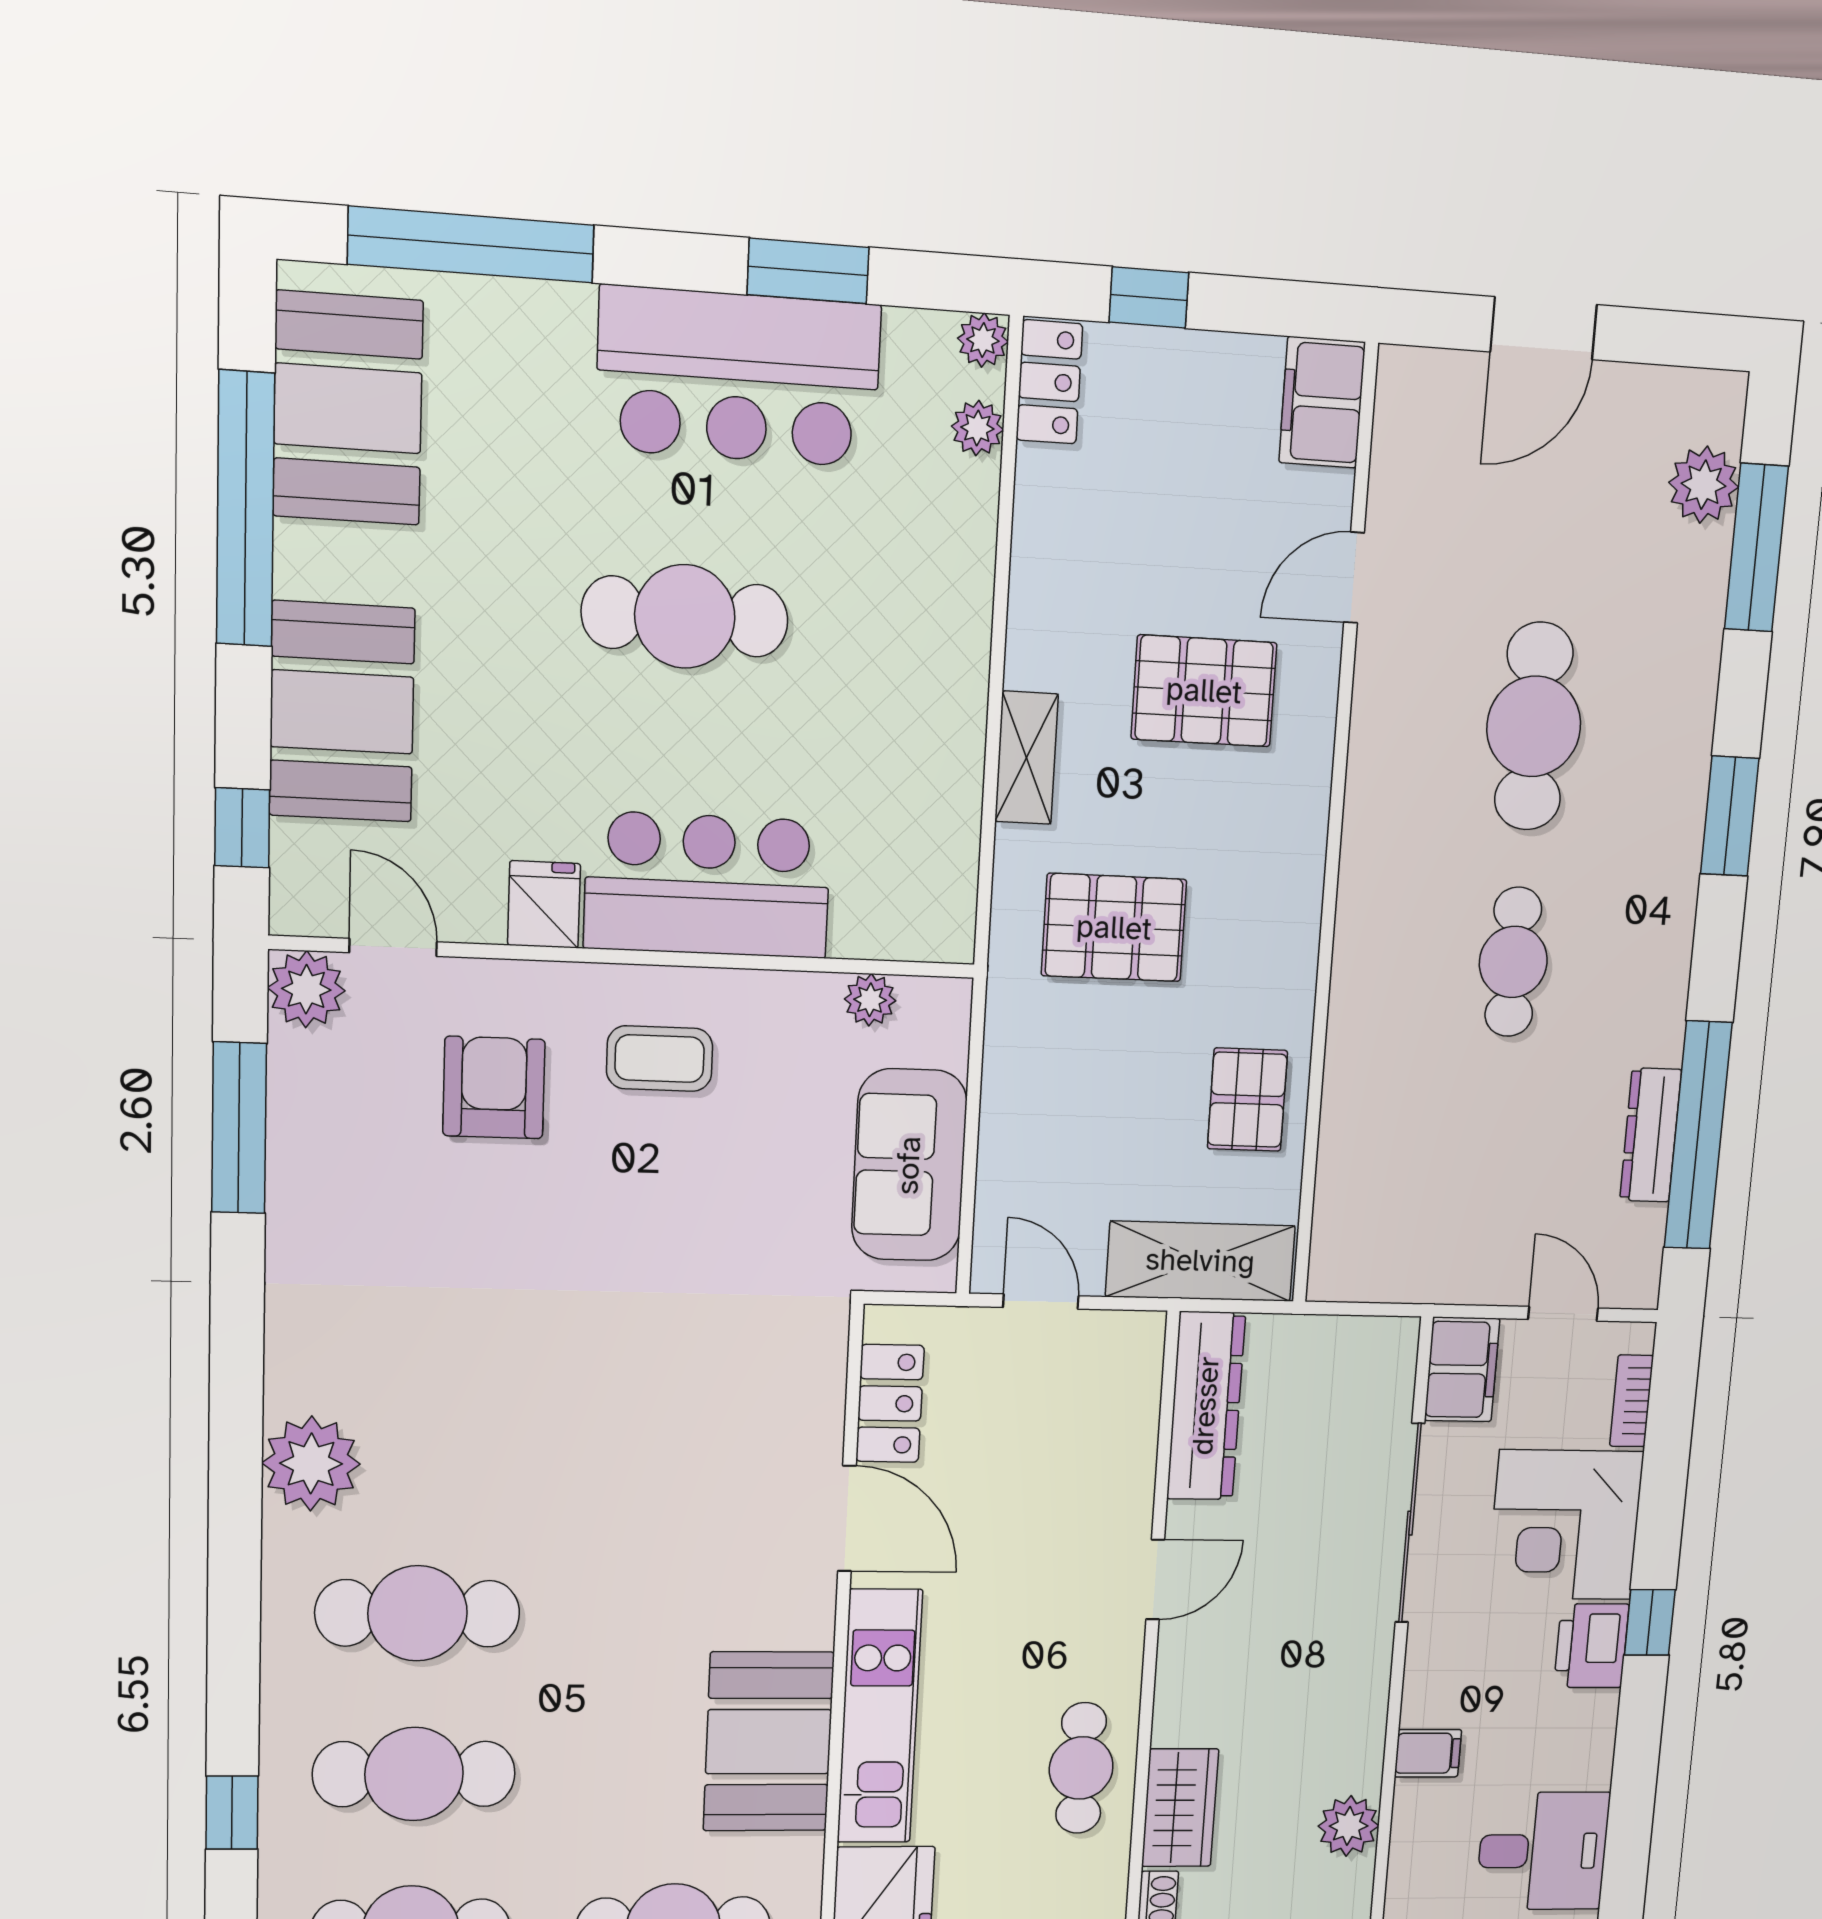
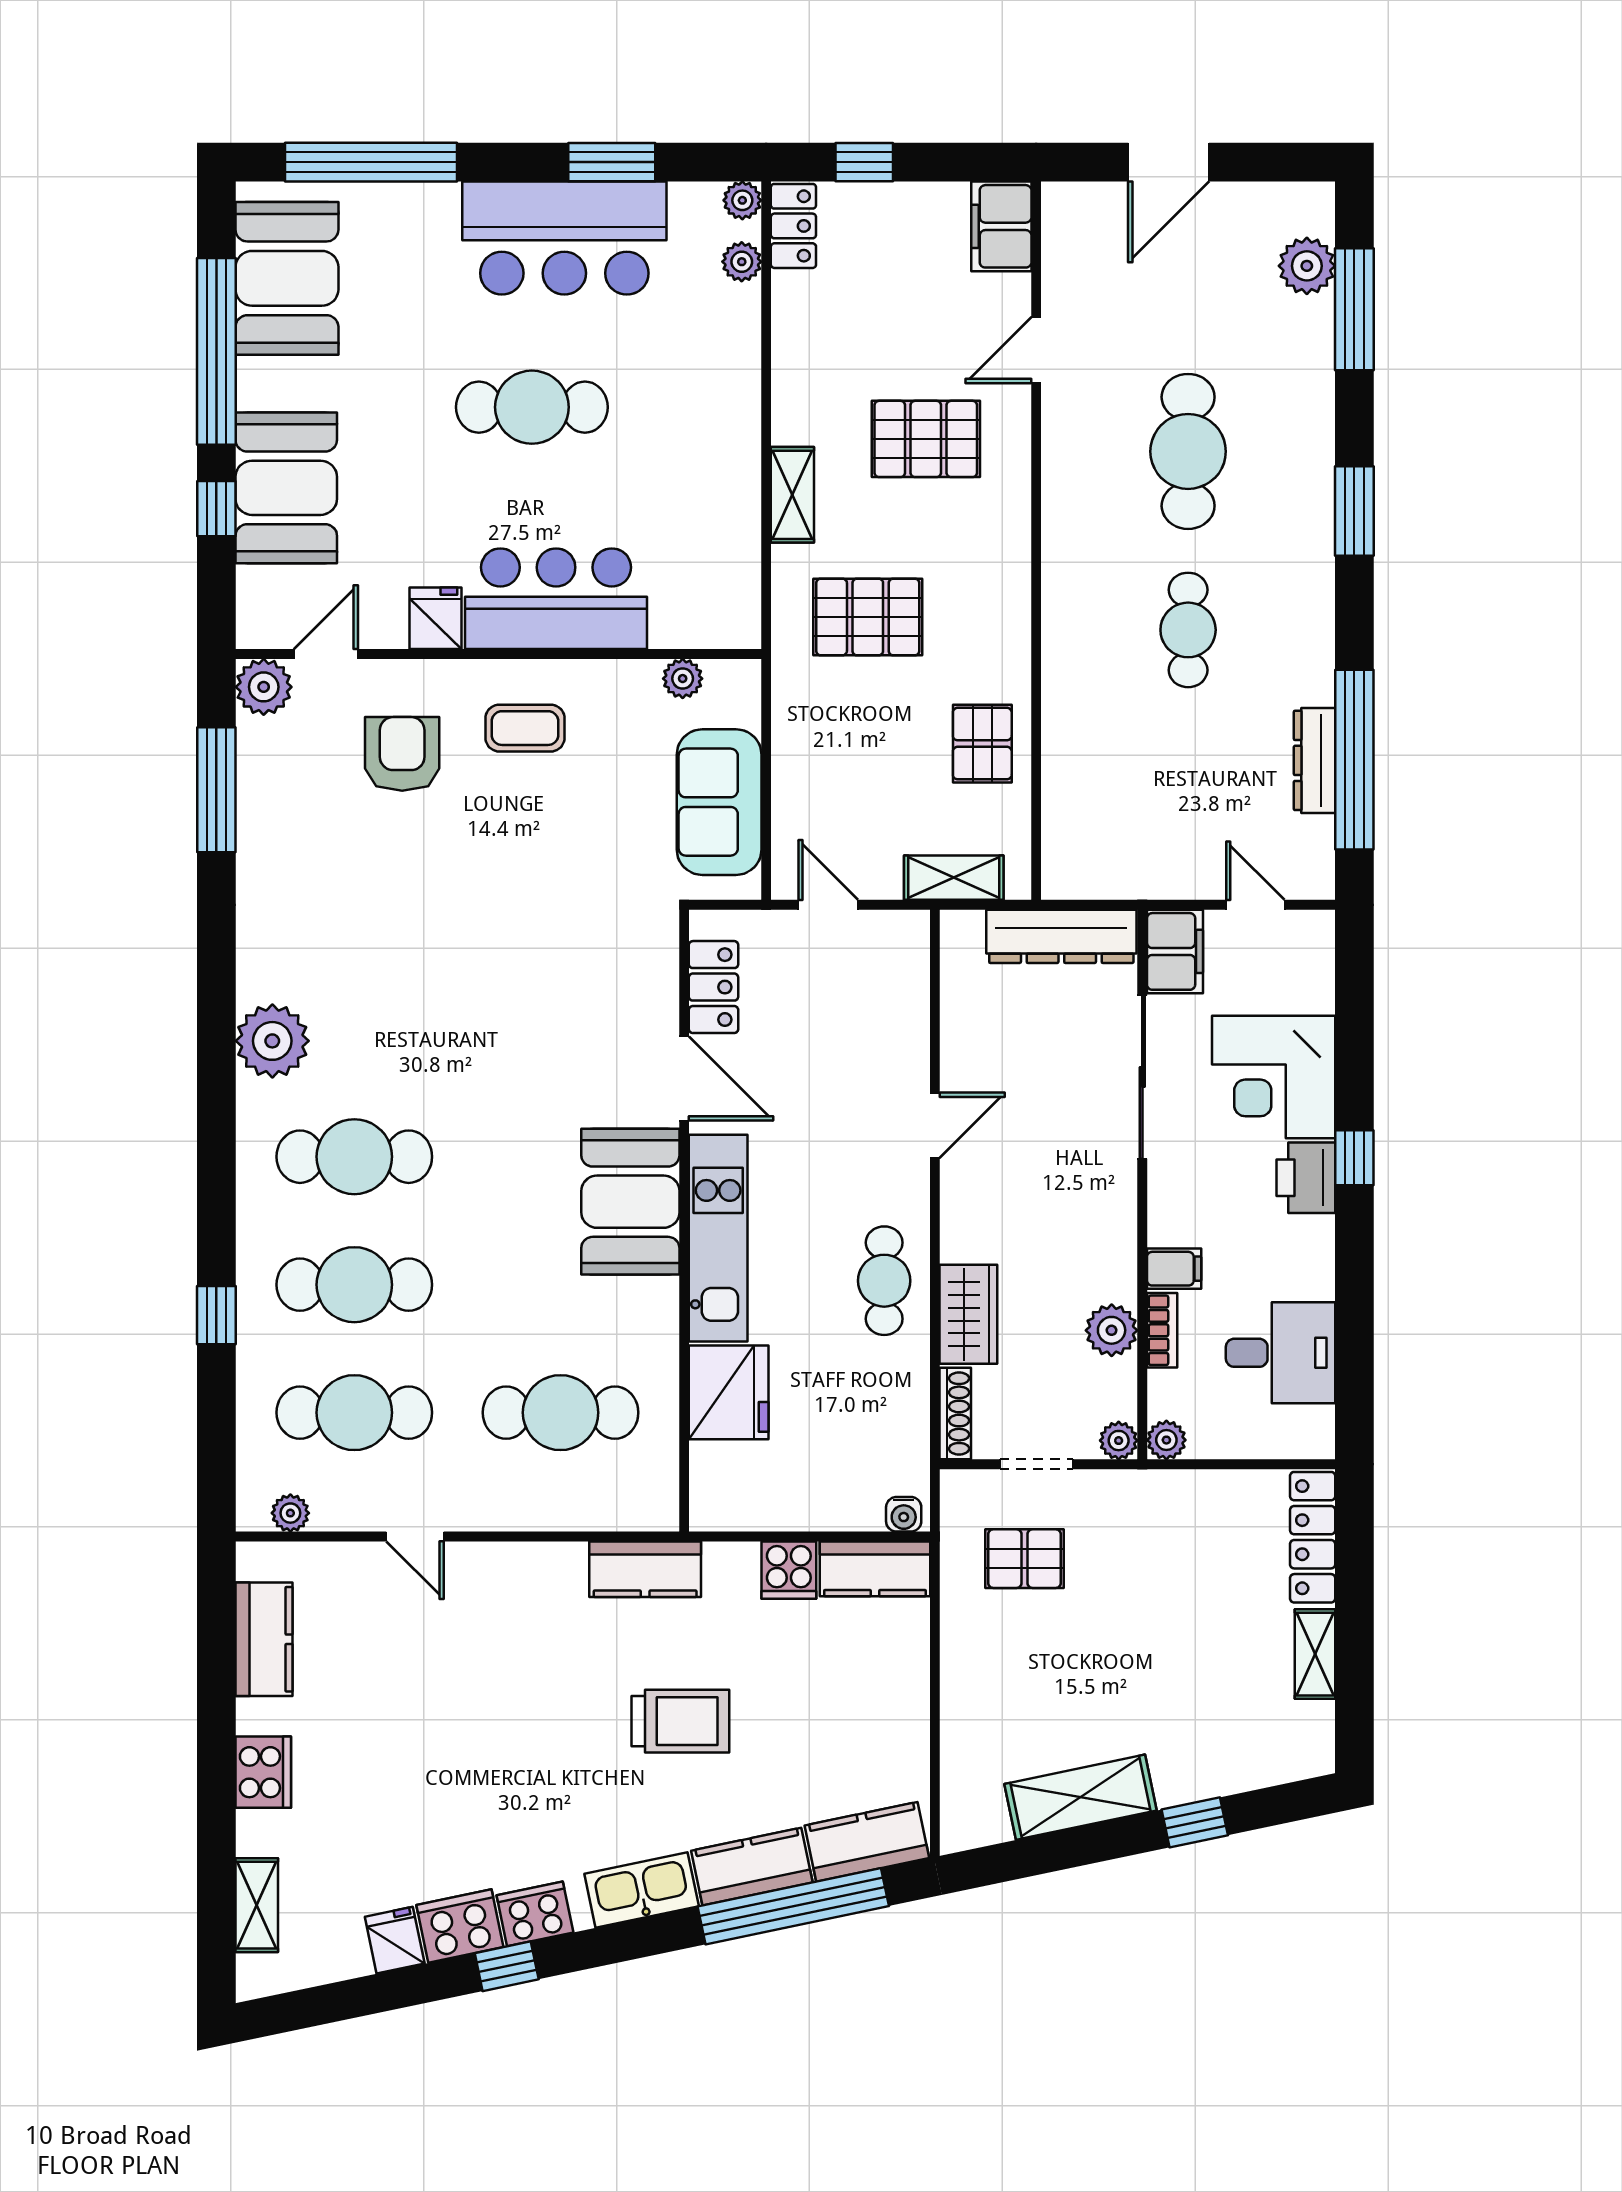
window: (242, 828) -> (216, 509), moved
door: (393, 947) -> (326, 654), hinge flipped
shelving: (1200, 1261) -> (954, 878), width x0.67, depth x0.75
bookcase: (1632, 1401) -> (1162, 1330), moved, turned 180
dresser: (1206, 1406) -> (1061, 936), moved, turned 90
booth: (769, 1742) -> (630, 1202), moved

